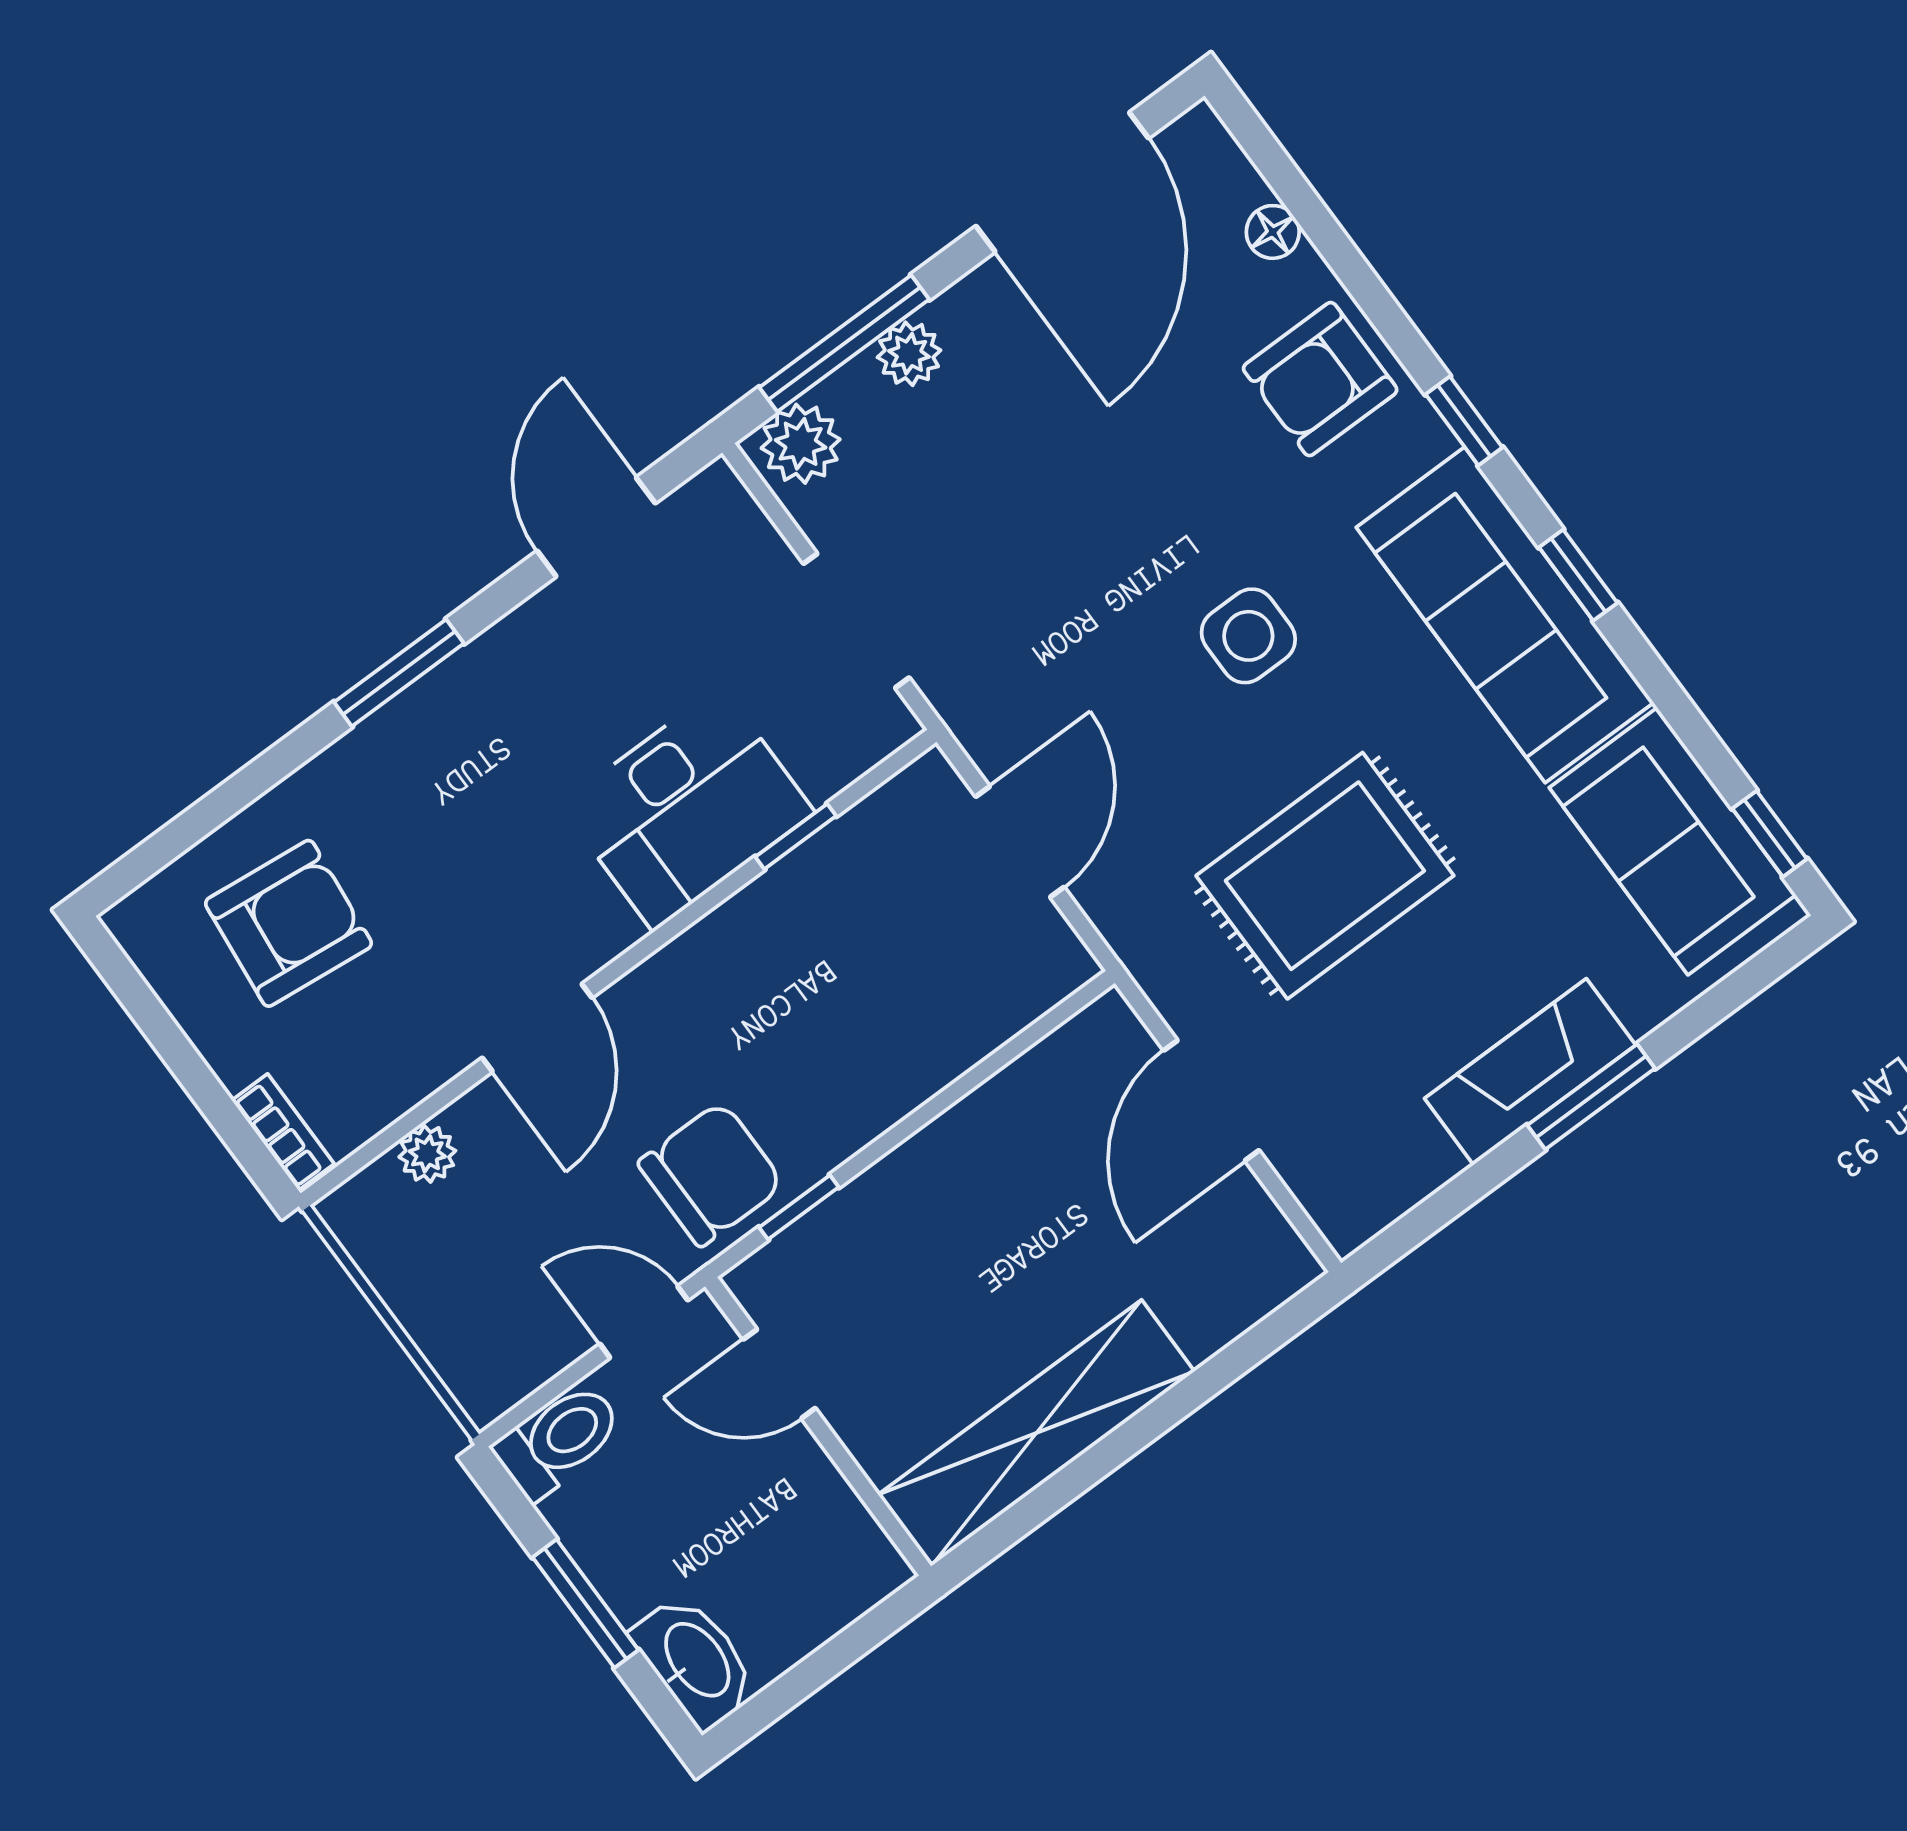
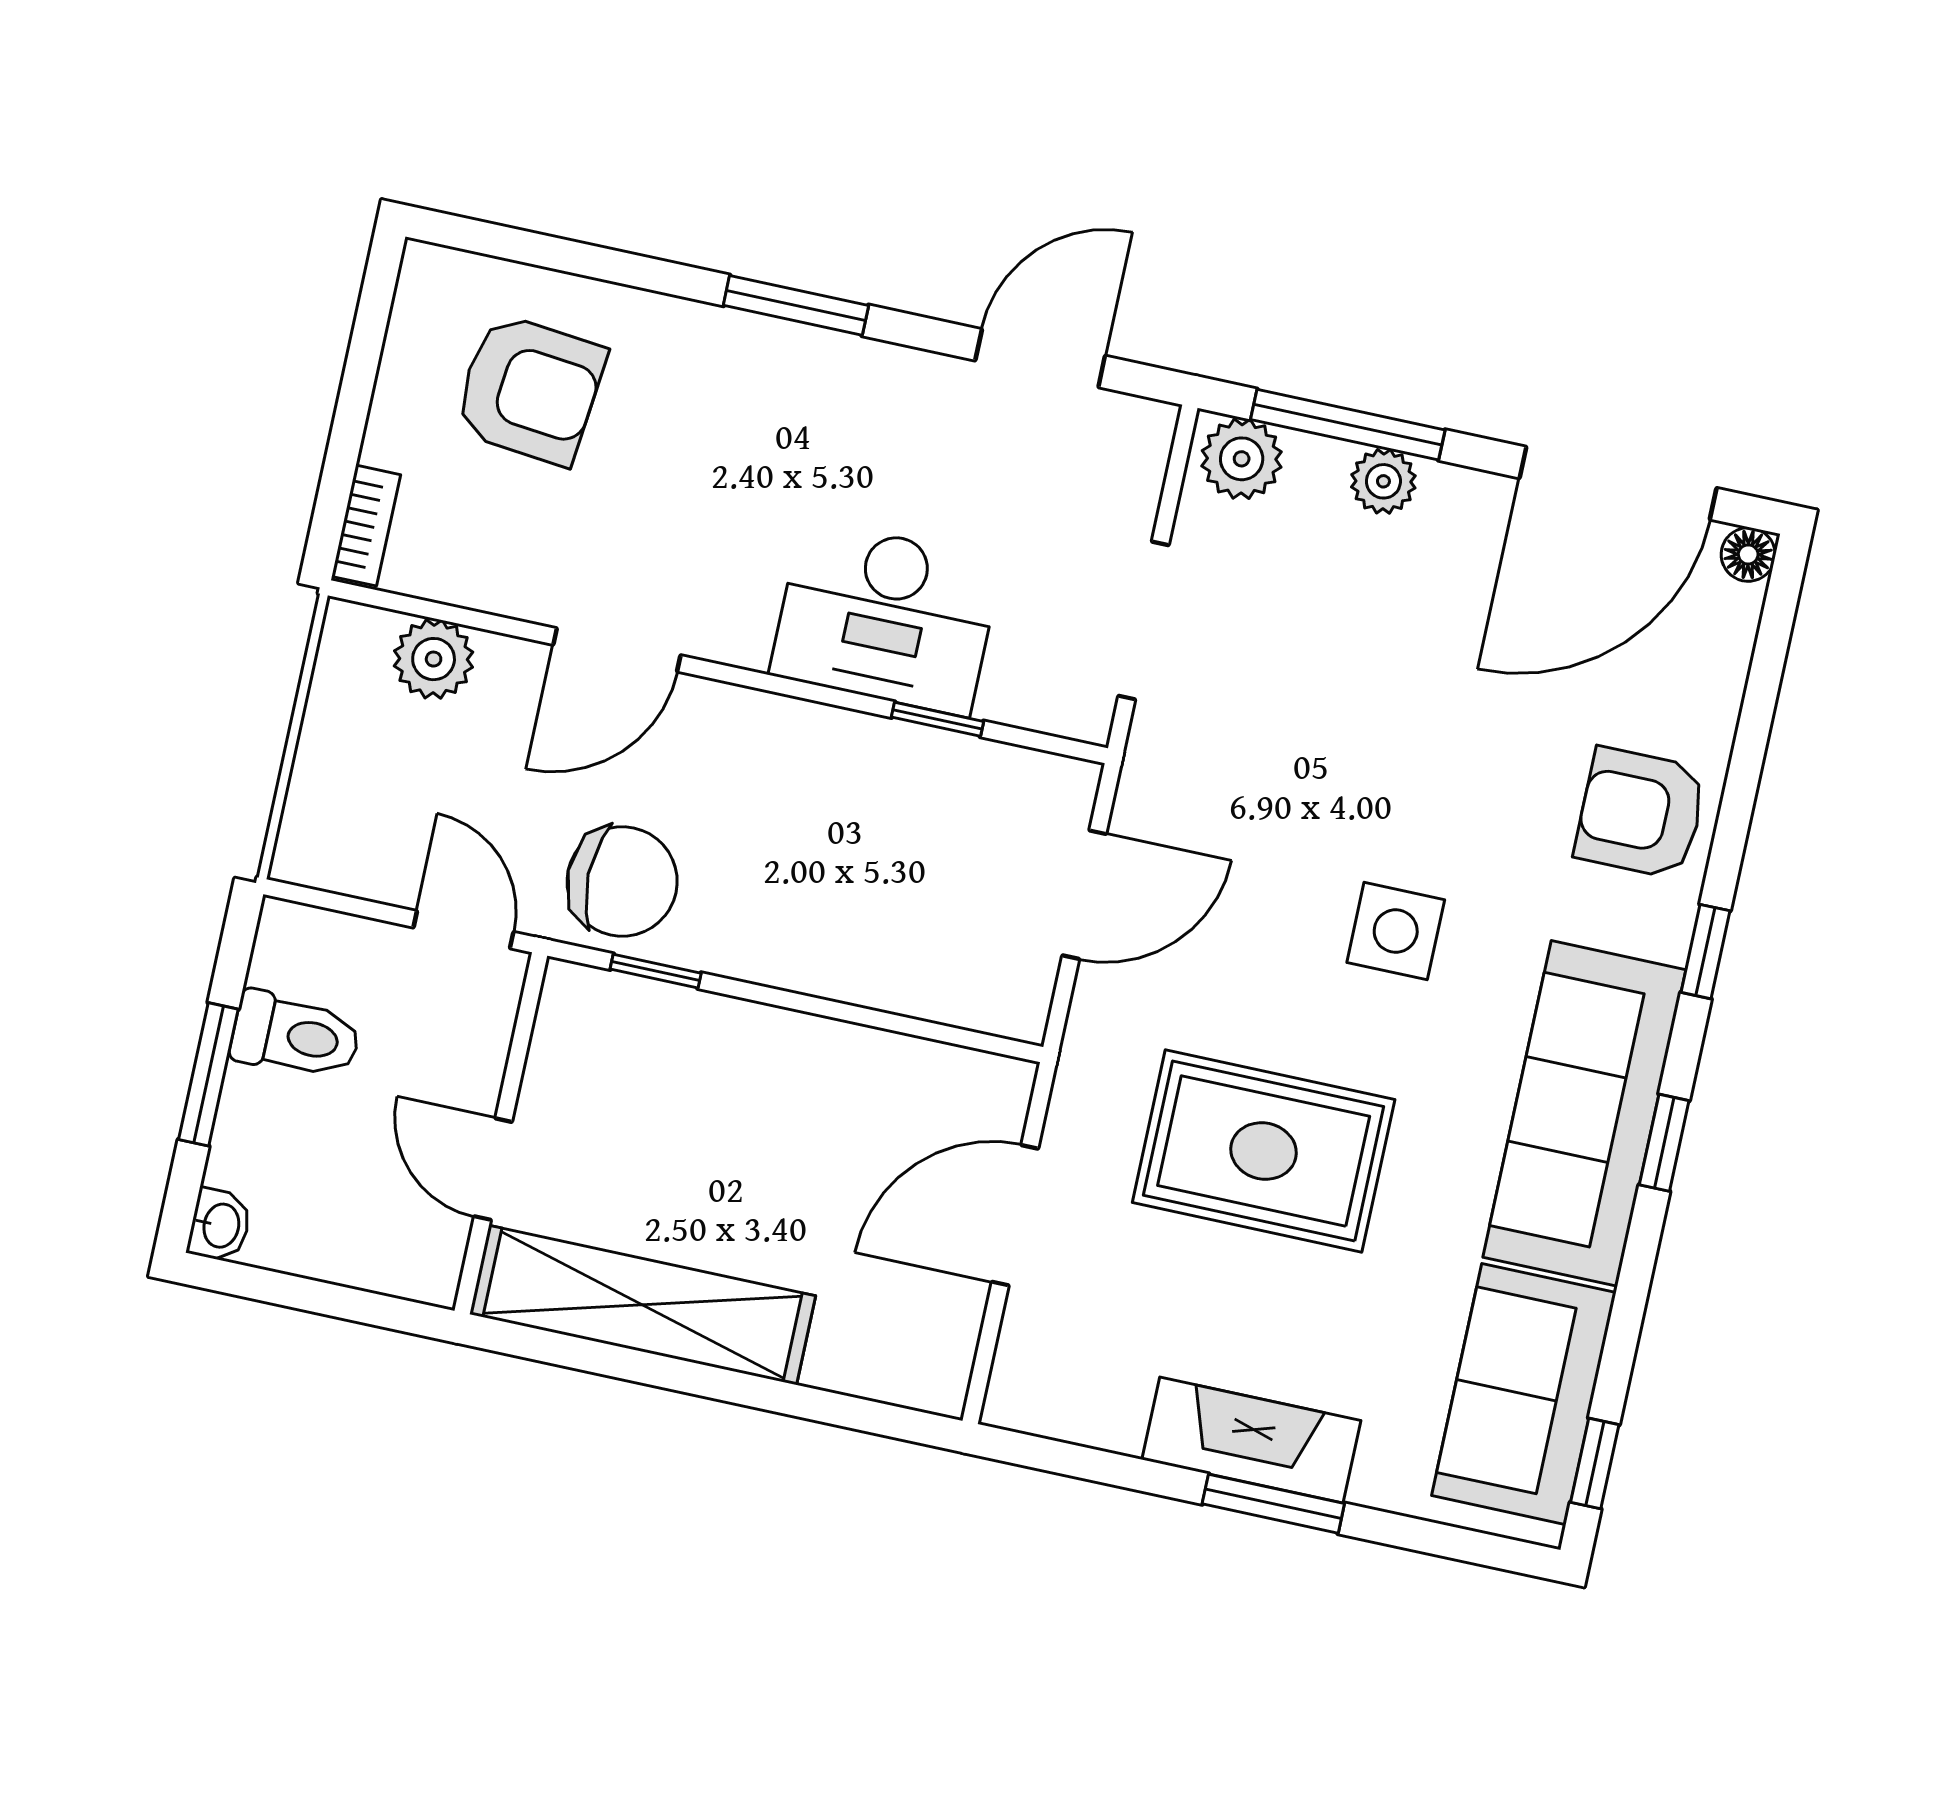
floor lamp: (1273, 232) -> (1748, 554), moved
plant: (427, 1154) -> (434, 659), width x1.38, depth x1.38
door: (779, 1374) -> (493, 1169), moved
toilet: (559, 1440) -> (296, 1036), moved
washbasin: (695, 1661) -> (220, 1225), width x0.52, depth x0.69

